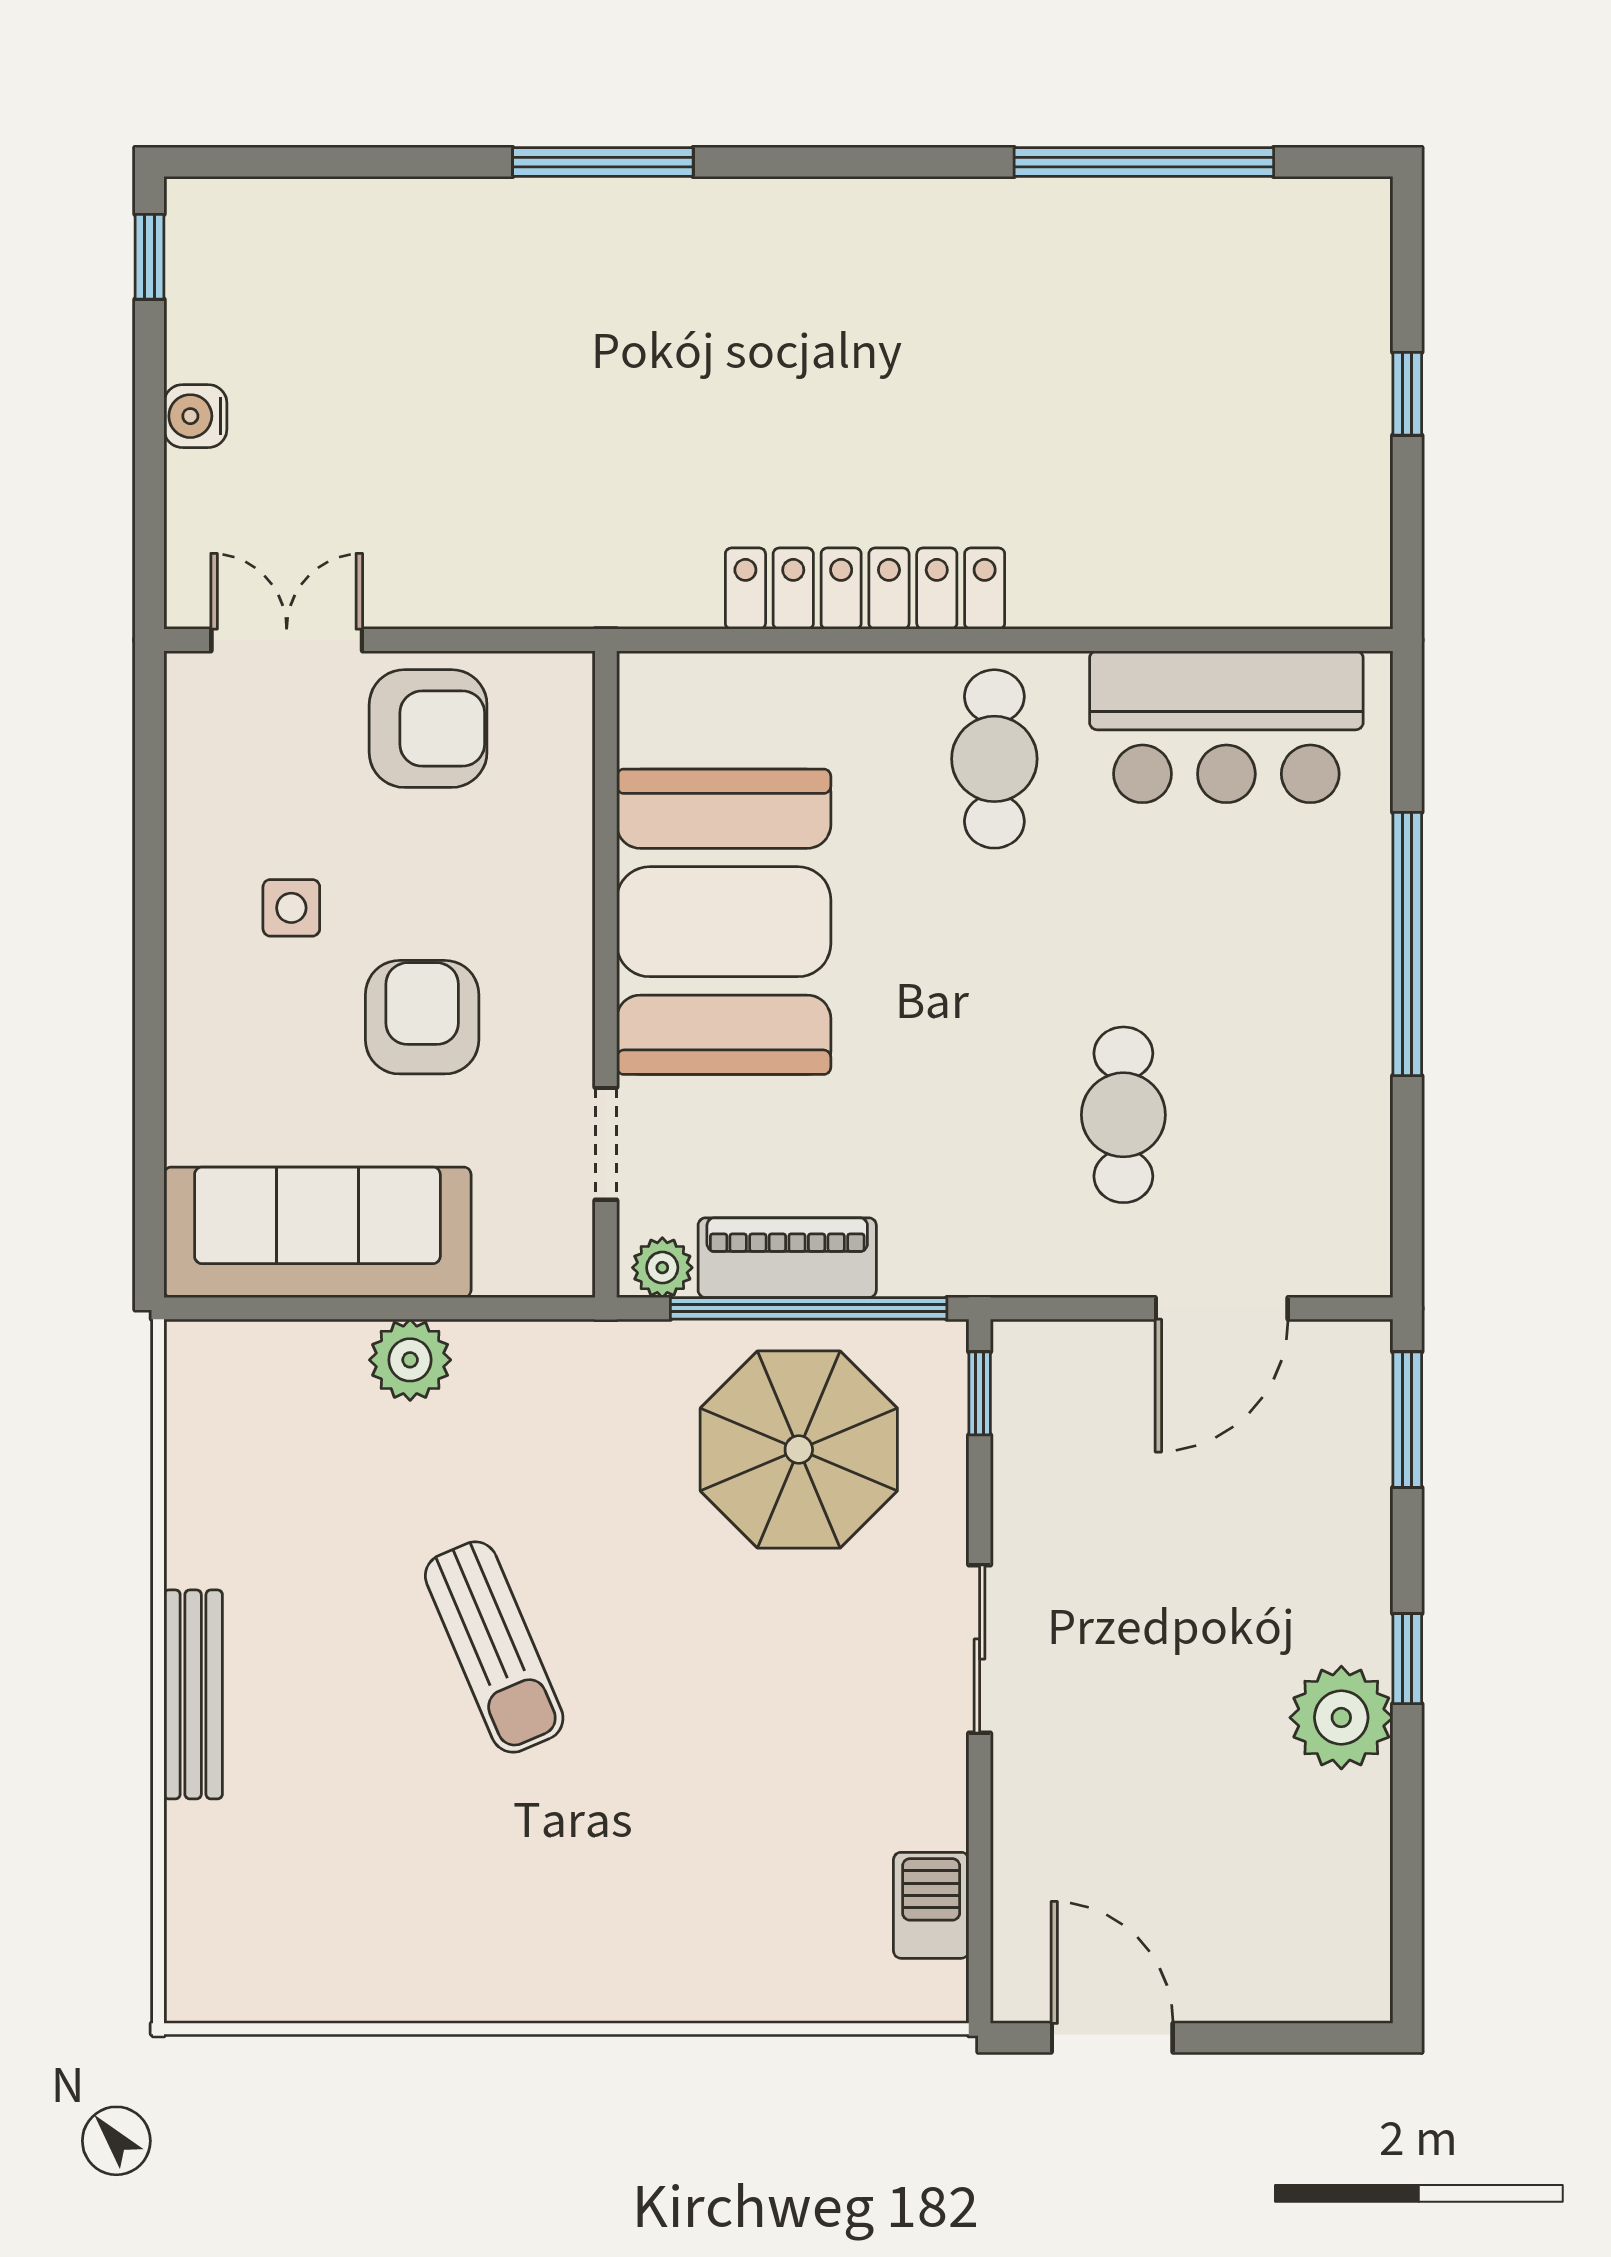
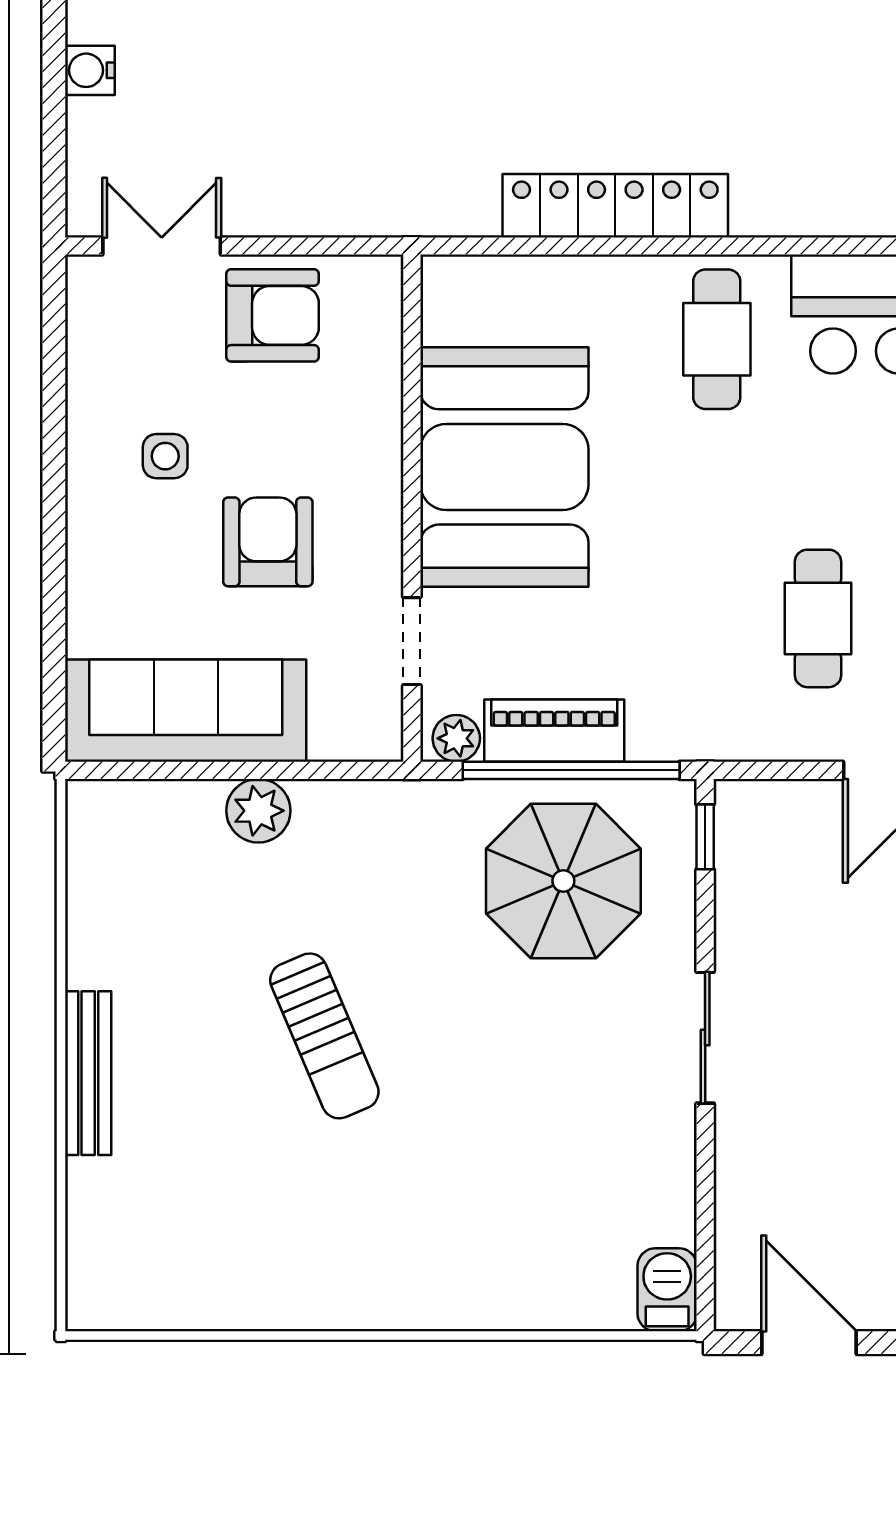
barbecue: (931, 1905) -> (667, 1290), moved

